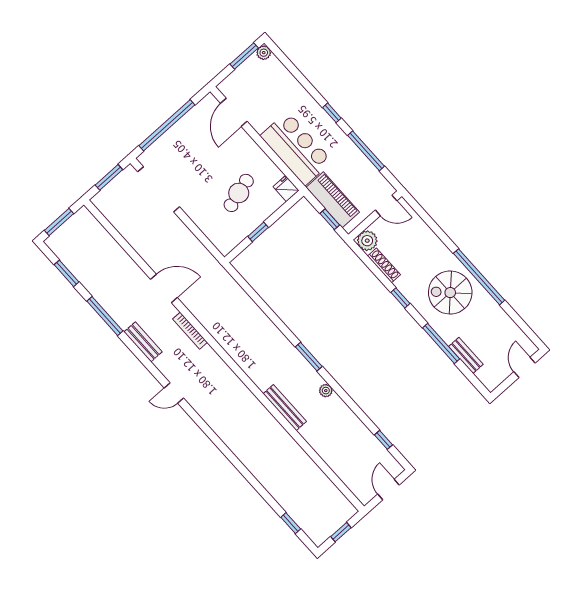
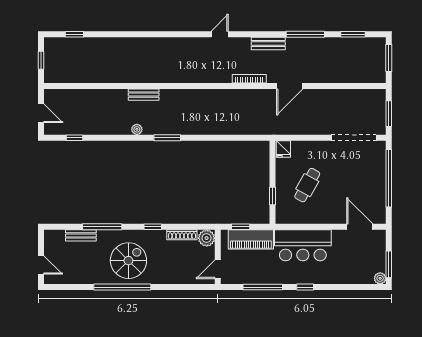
fridge: (286, 189) -> (283, 149), moved, turned 90
cafe table: (239, 193) -> (307, 185), turned 45
window: (258, 232) -> (272, 196), moved
bench: (285, 408) -> (144, 95), width x0.73

